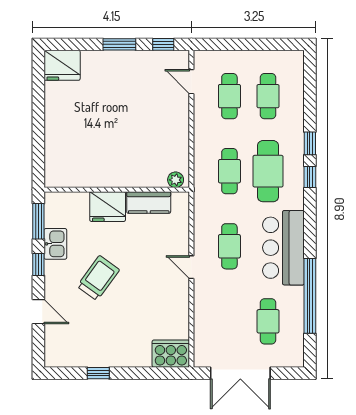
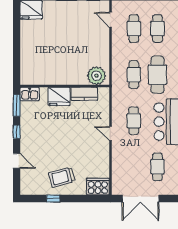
plant: (176, 180) -> (97, 76), width x1.88, depth x1.88
kitchen sink: (55, 244) -> (30, 94), moved, turned 90
trolley: (98, 278) -> (62, 177), moved, turned -140

